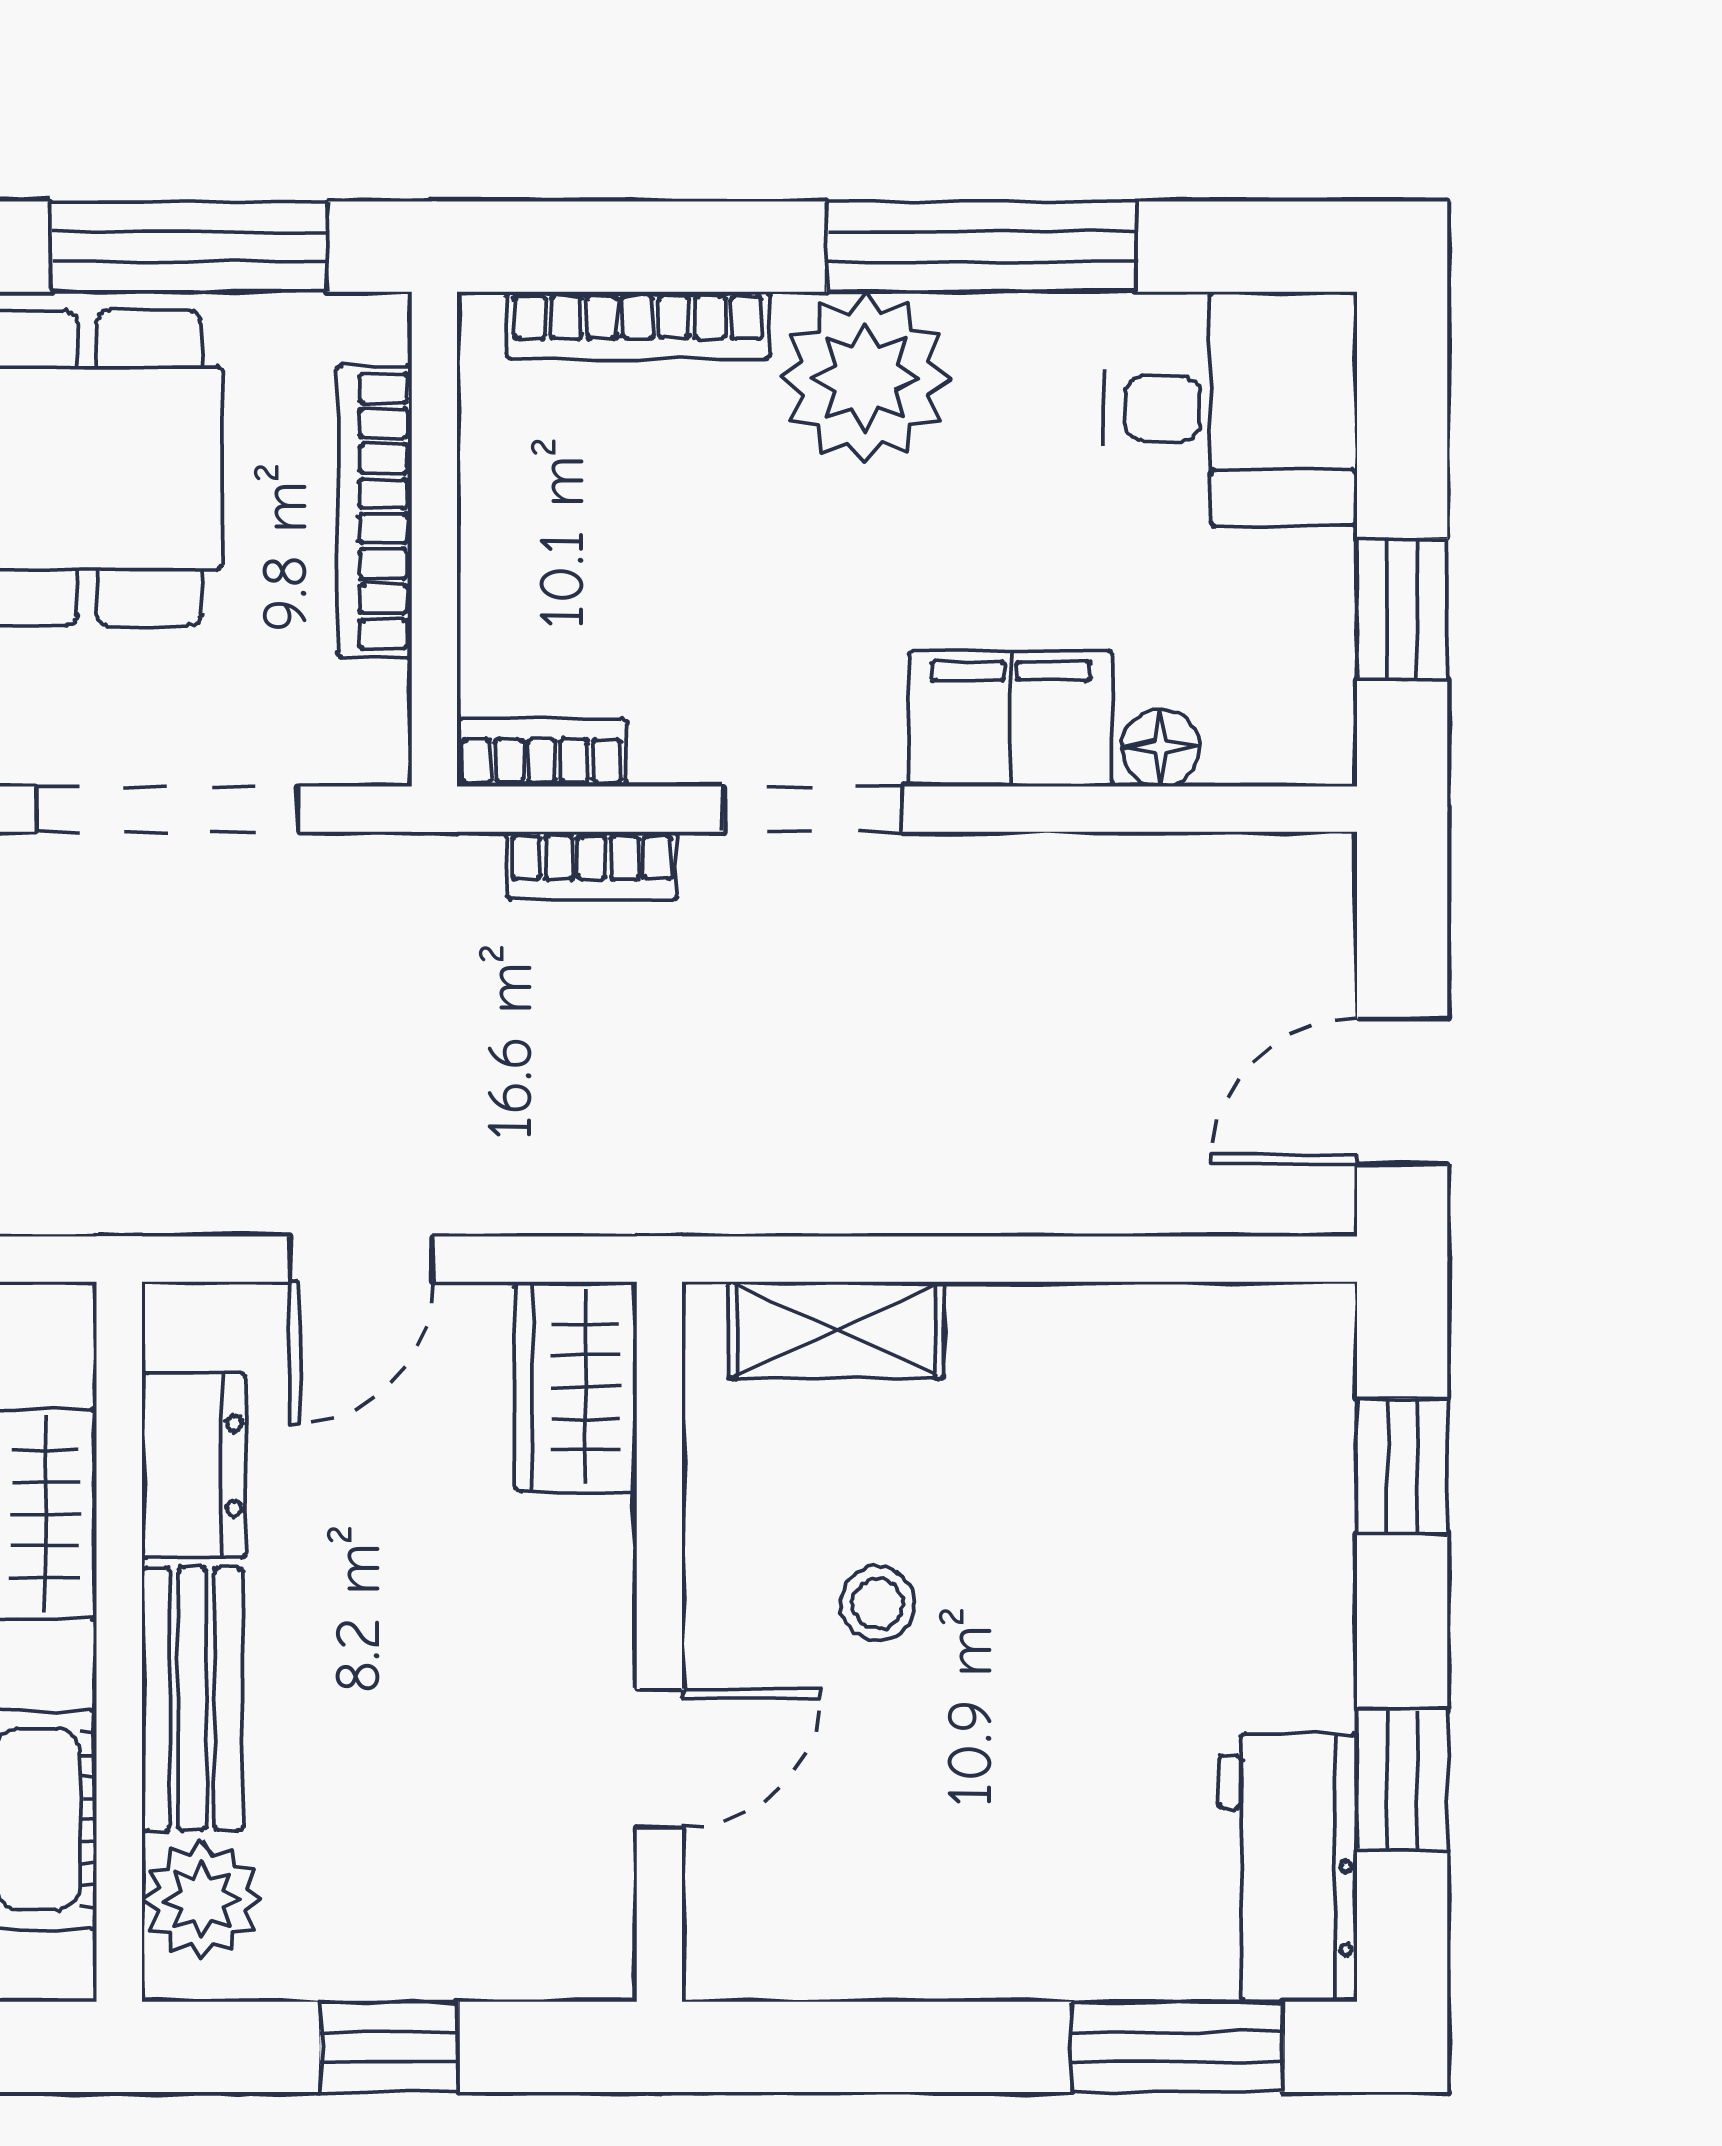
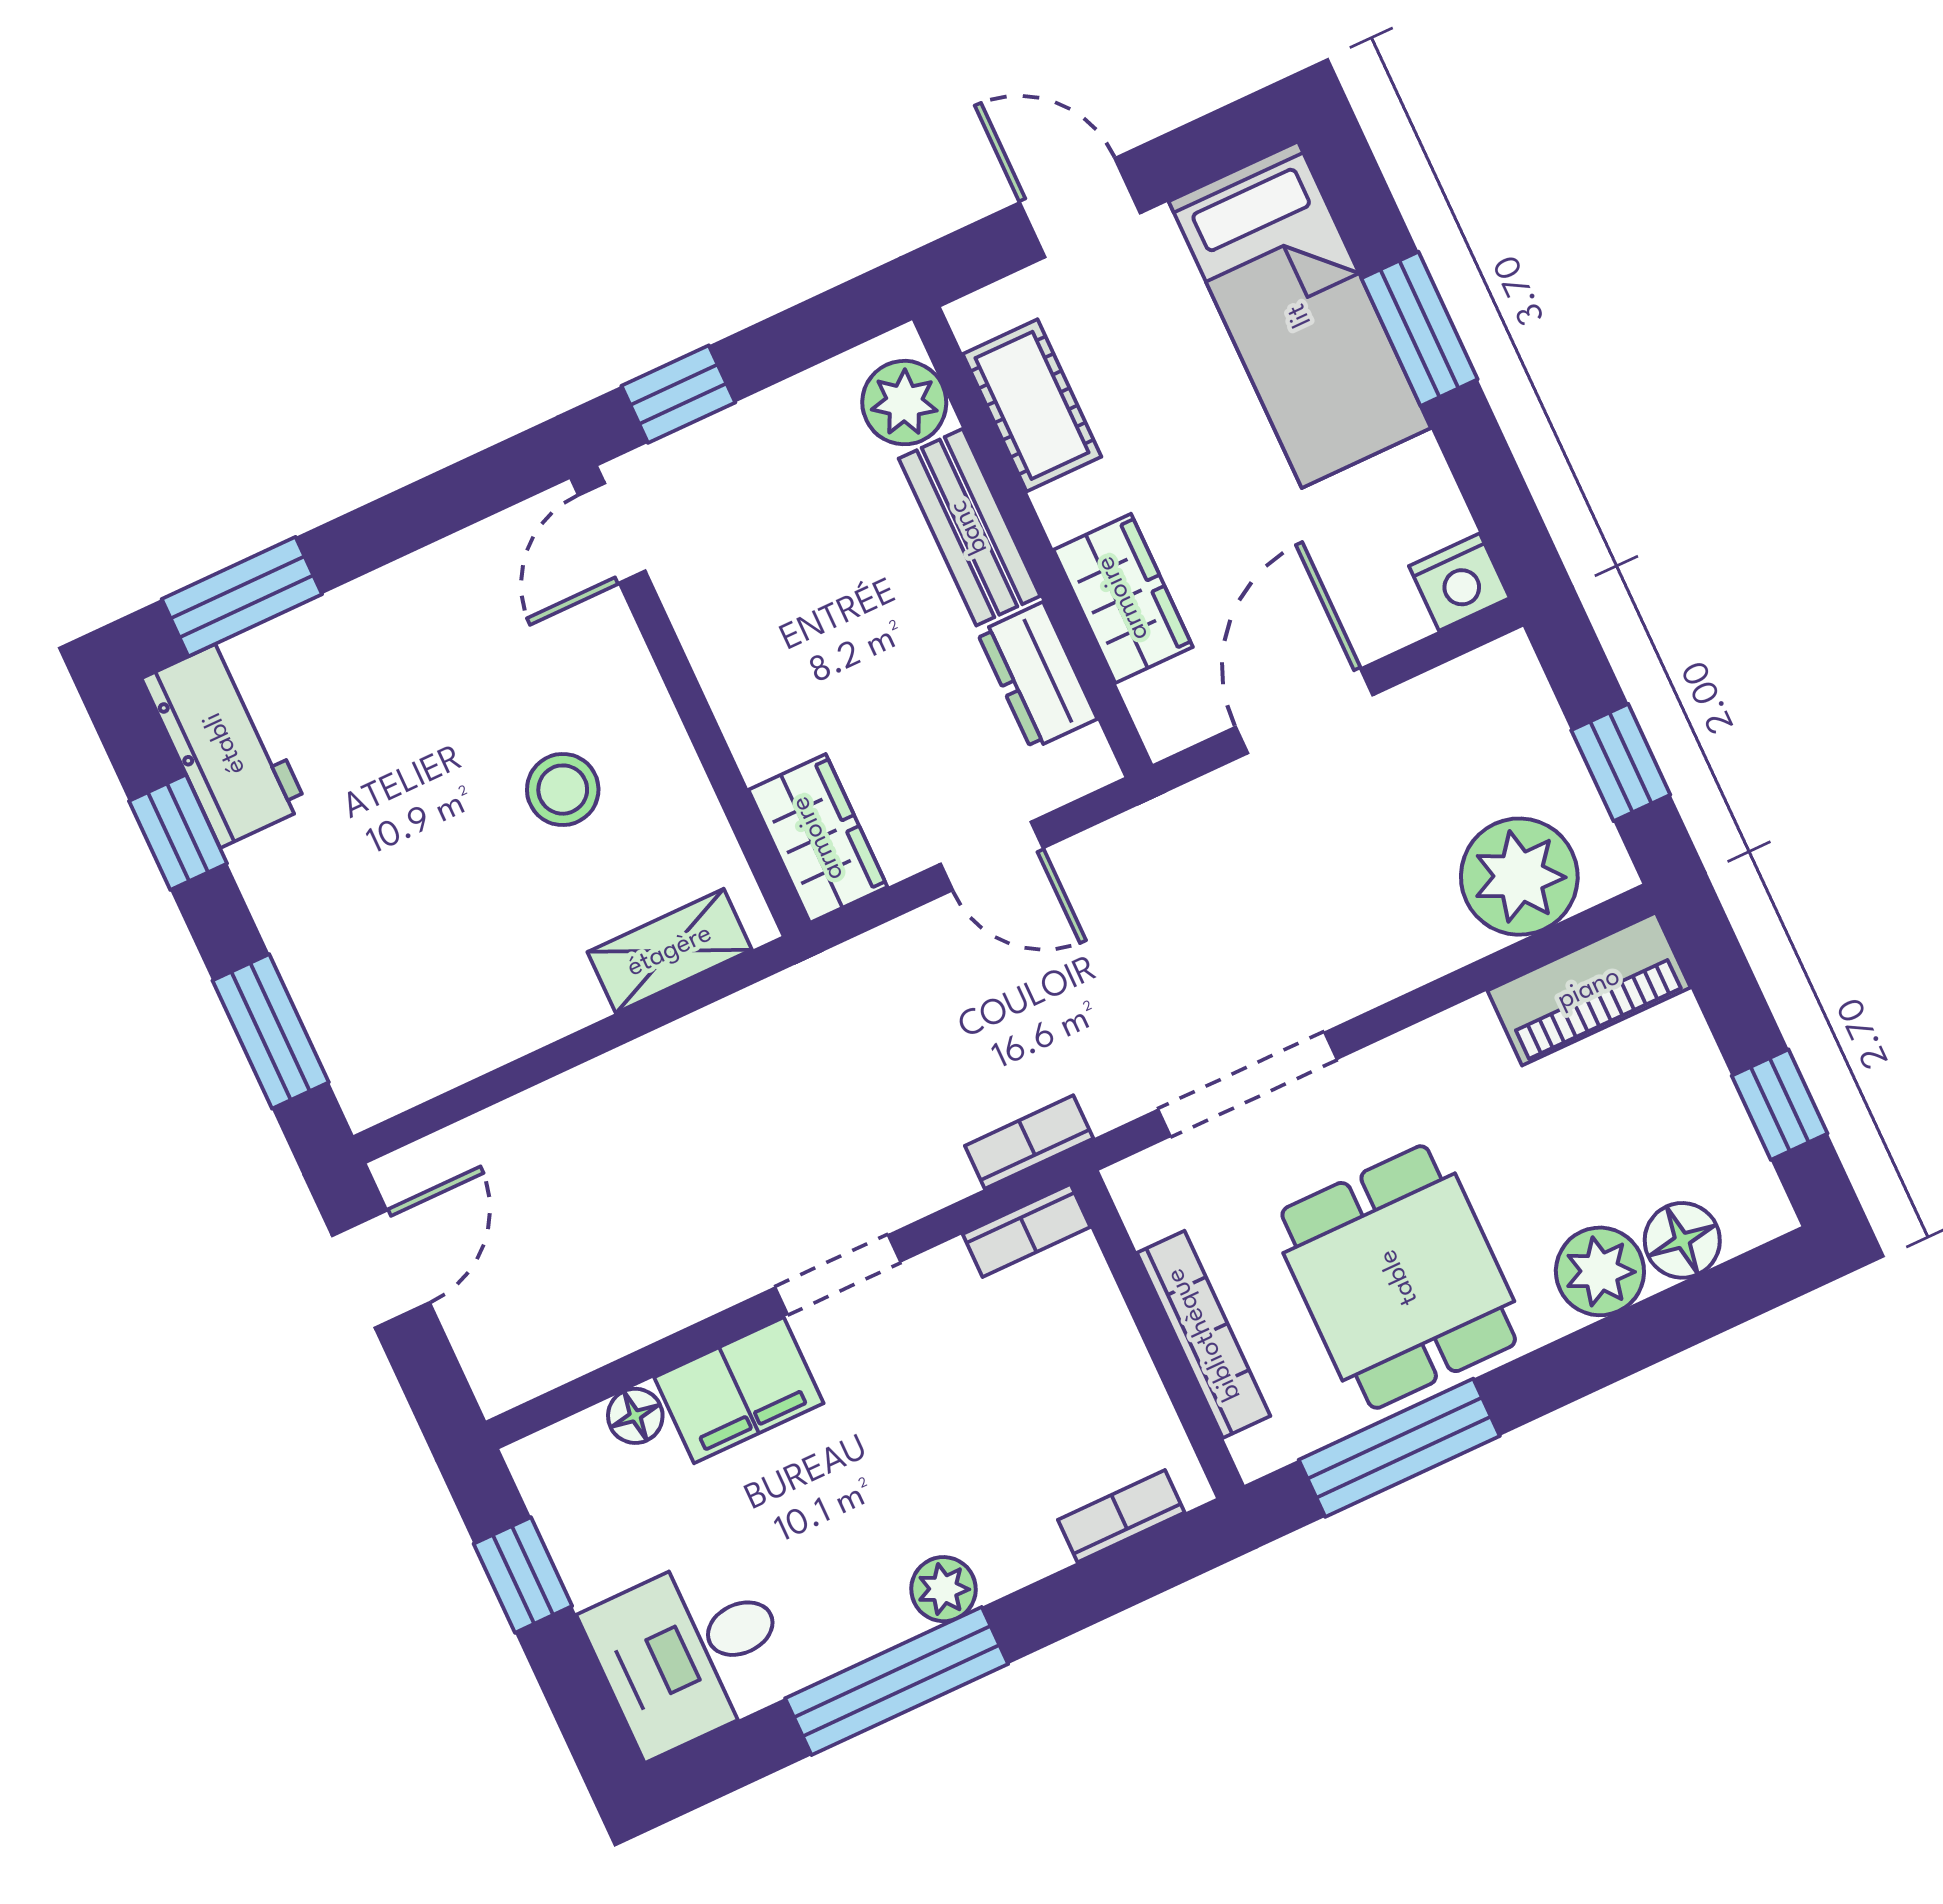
bookcase: (638, 325) -> (1121, 1516), width x0.64
plant: (865, 378) -> (944, 1589), width x0.53, depth x0.53
bookcase: (592, 866) -> (1029, 1142), moved
door: (361, 1259) -> (992, 856), swing flipped
window: (1402, 1466) -> (271, 1031), width x1.50
stool: (878, 1604) -> (563, 790), width x1.37, depth x1.37
door: (659, 1758) -> (612, 533), moved
window: (389, 2047) -> (678, 394), moved

